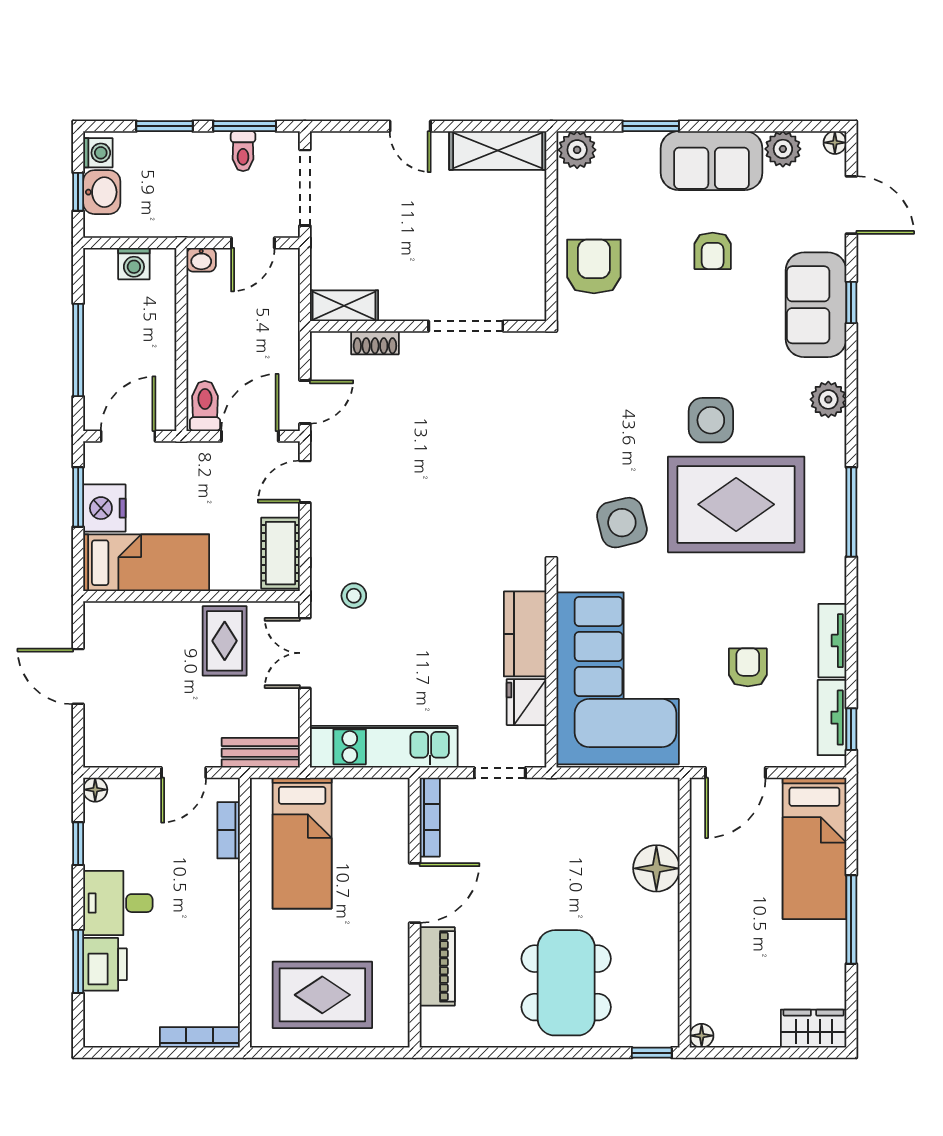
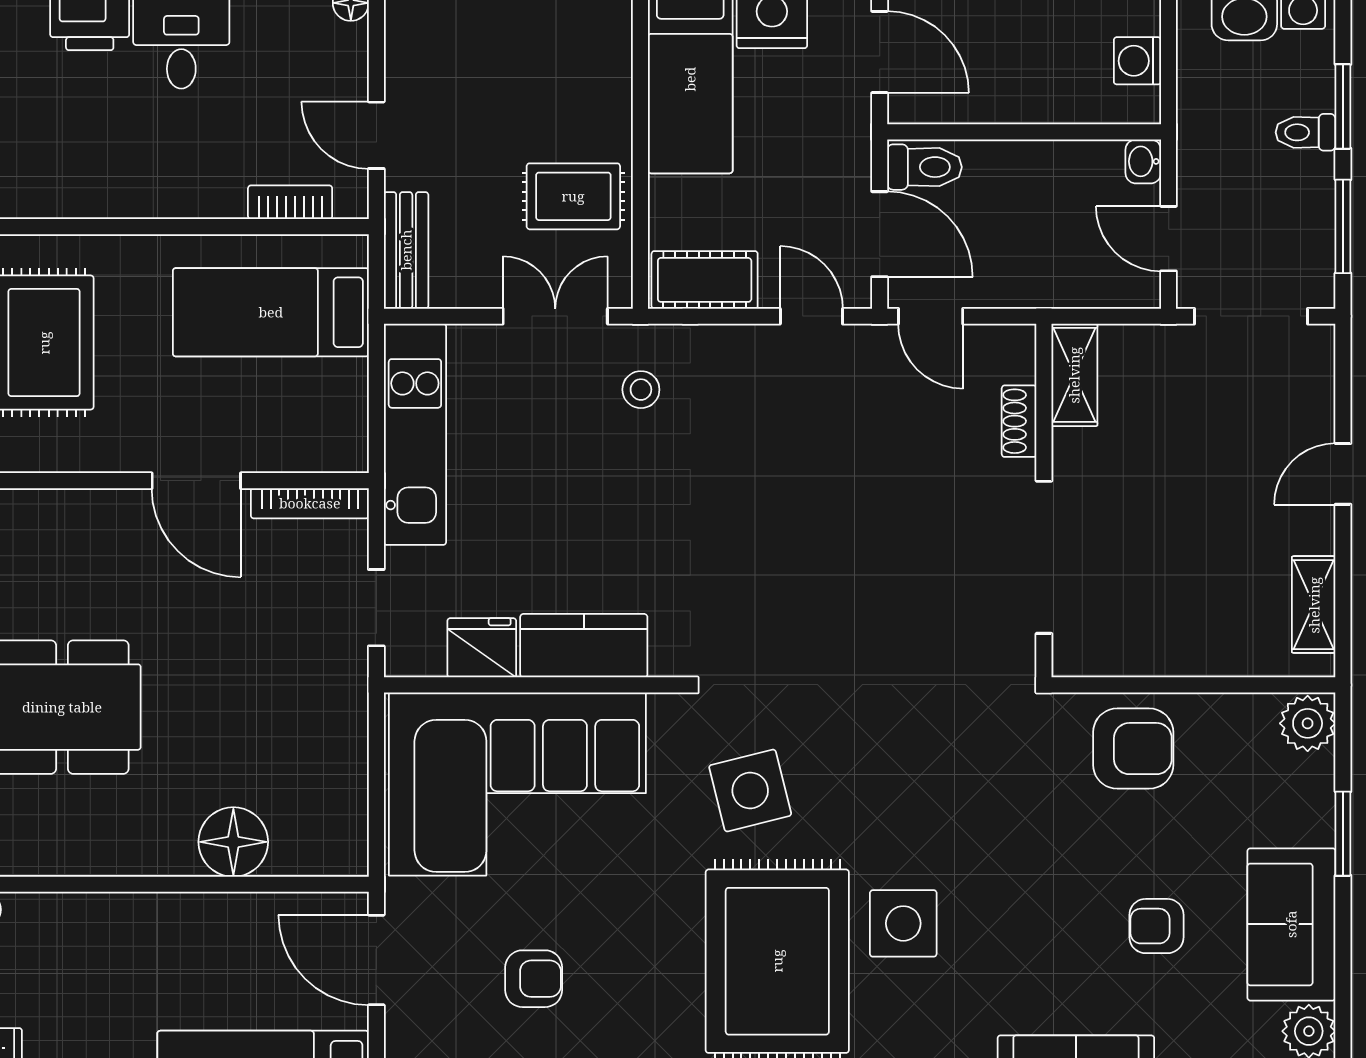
toilet: (243, 151) -> (1305, 132), moved
shelving: (498, 151) -> (1314, 605), width x0.67, depth x0.75
doorway: (466, 326) -> (1044, 557), width x1.36
piano: (437, 966) -> (87, 514), removed

